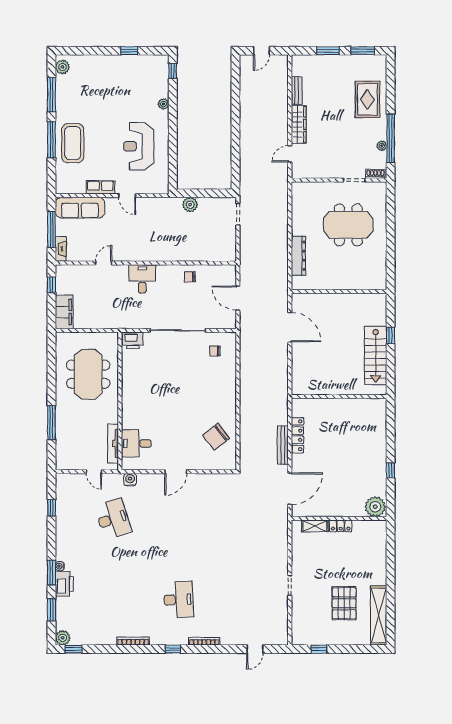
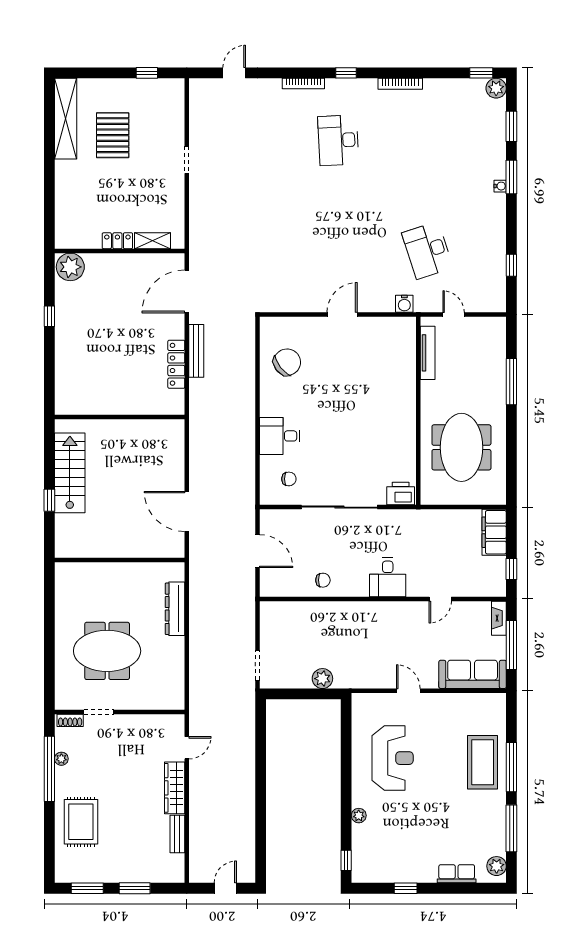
row of seats: (100, 187) -> (457, 874), moved, turned 180
desk: (136, 443) -> (280, 436), moved, turned 180
printer: (64, 584) -> (494, 162), removed

